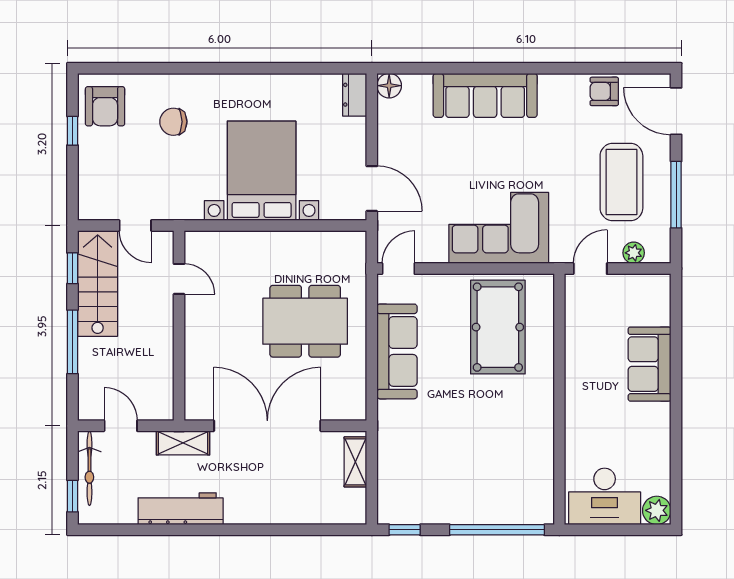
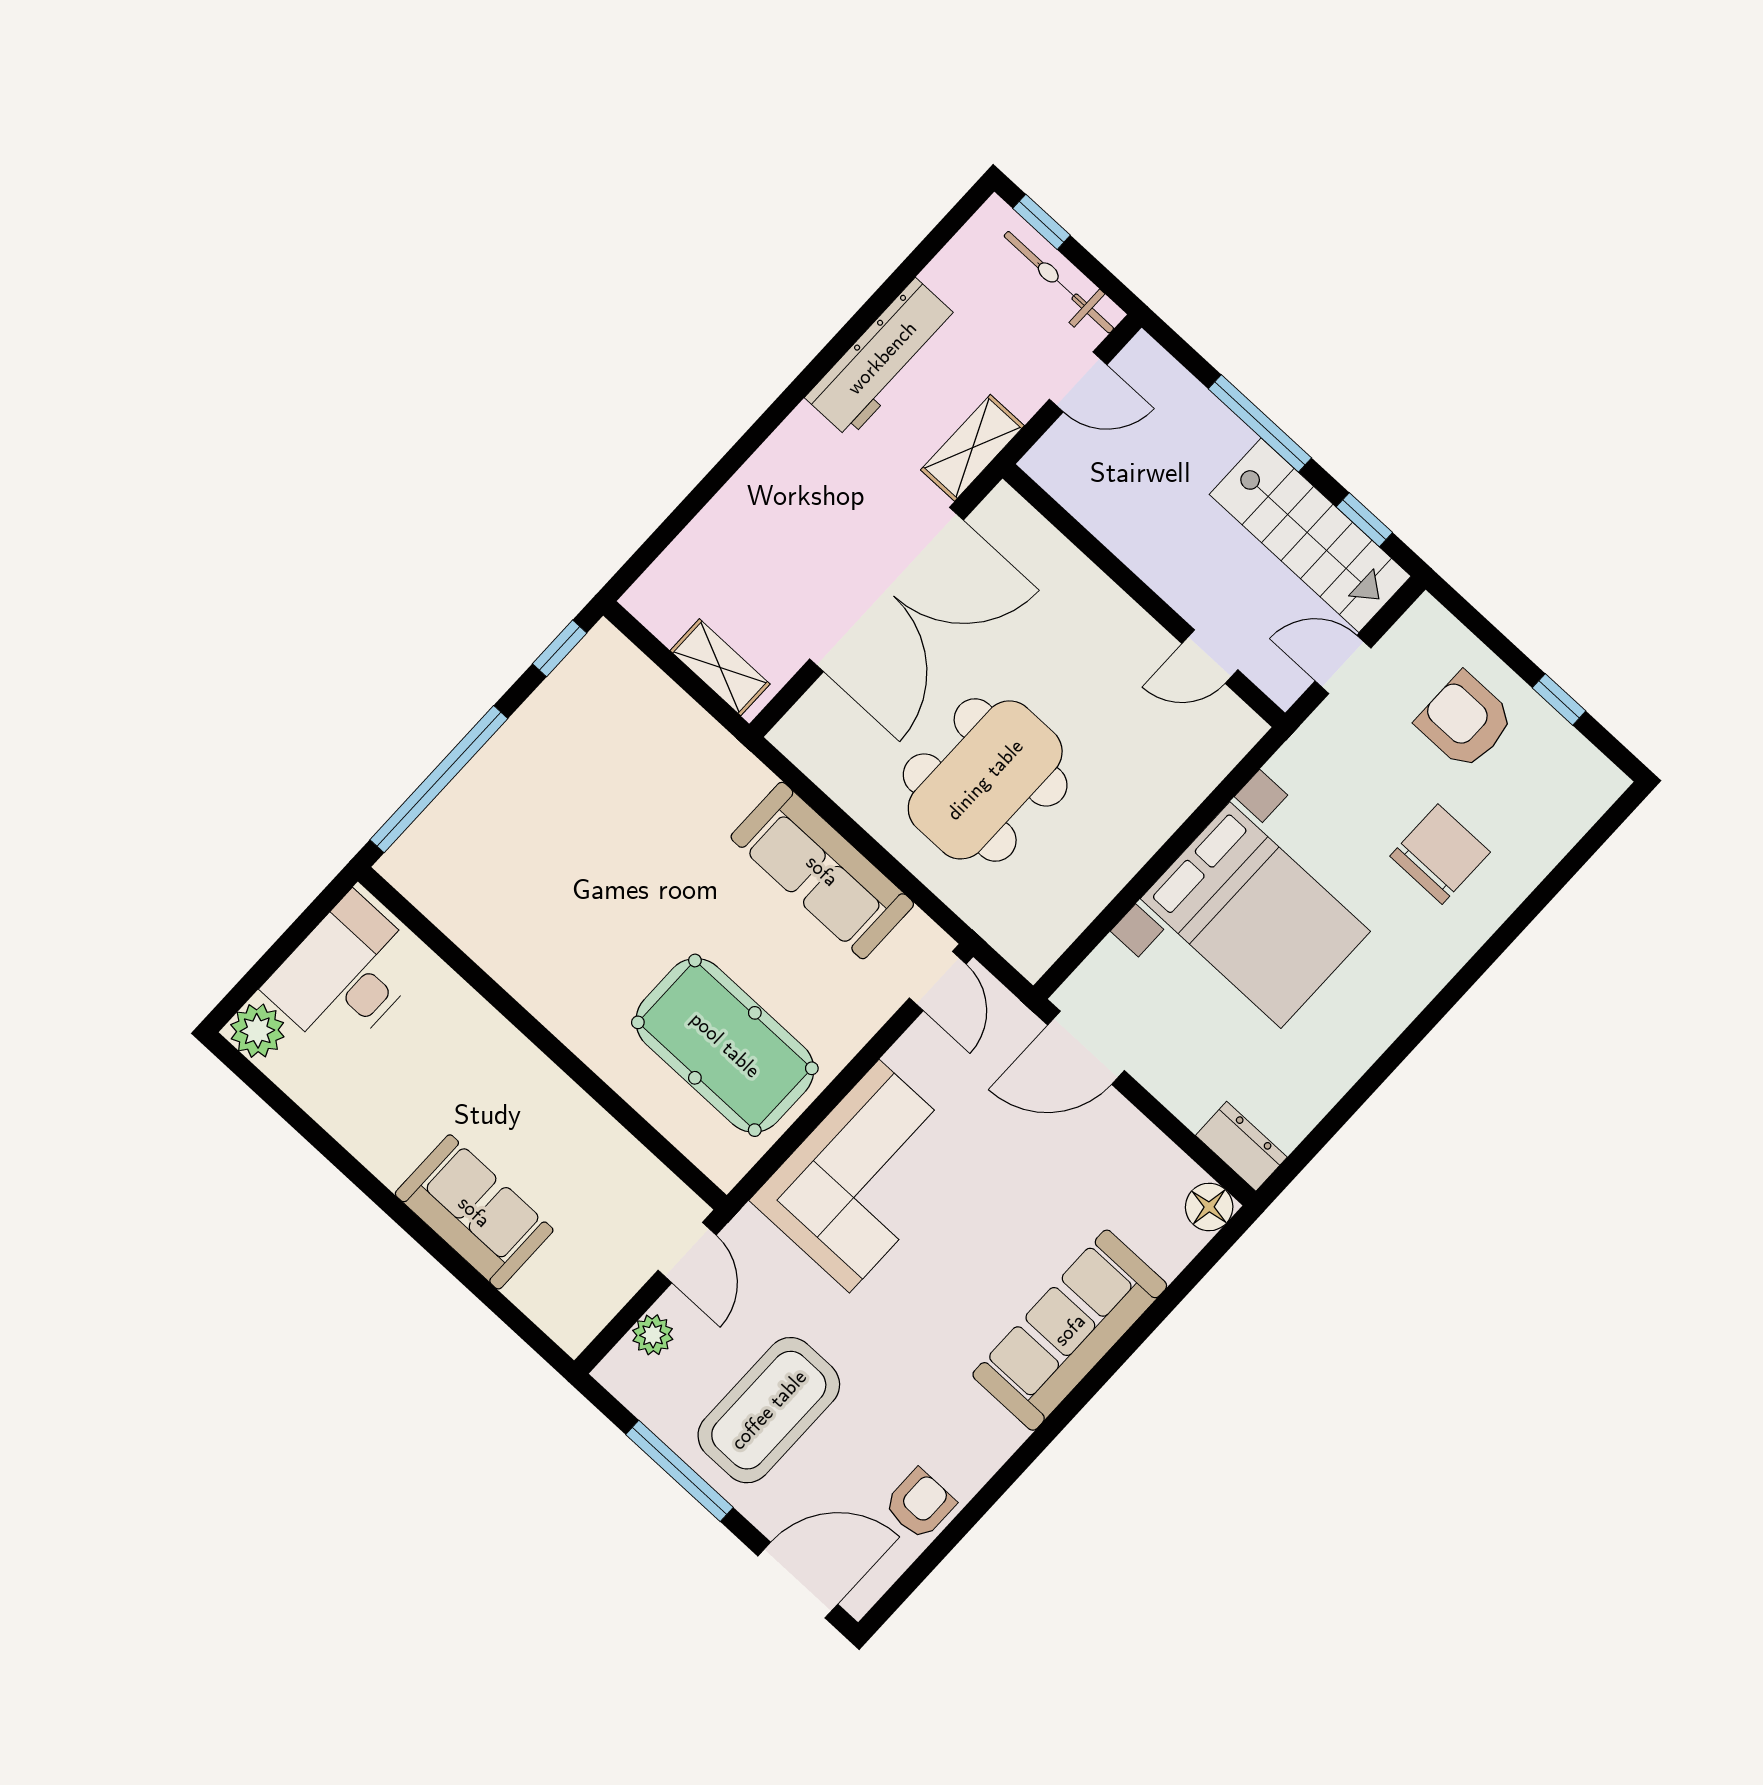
armchair: (105, 106) -> (1465, 721), moved
chair: (173, 122) -> (1440, 854), width x1.37, depth x1.37
coffee table: (621, 182) -> (769, 1410), turned 90

